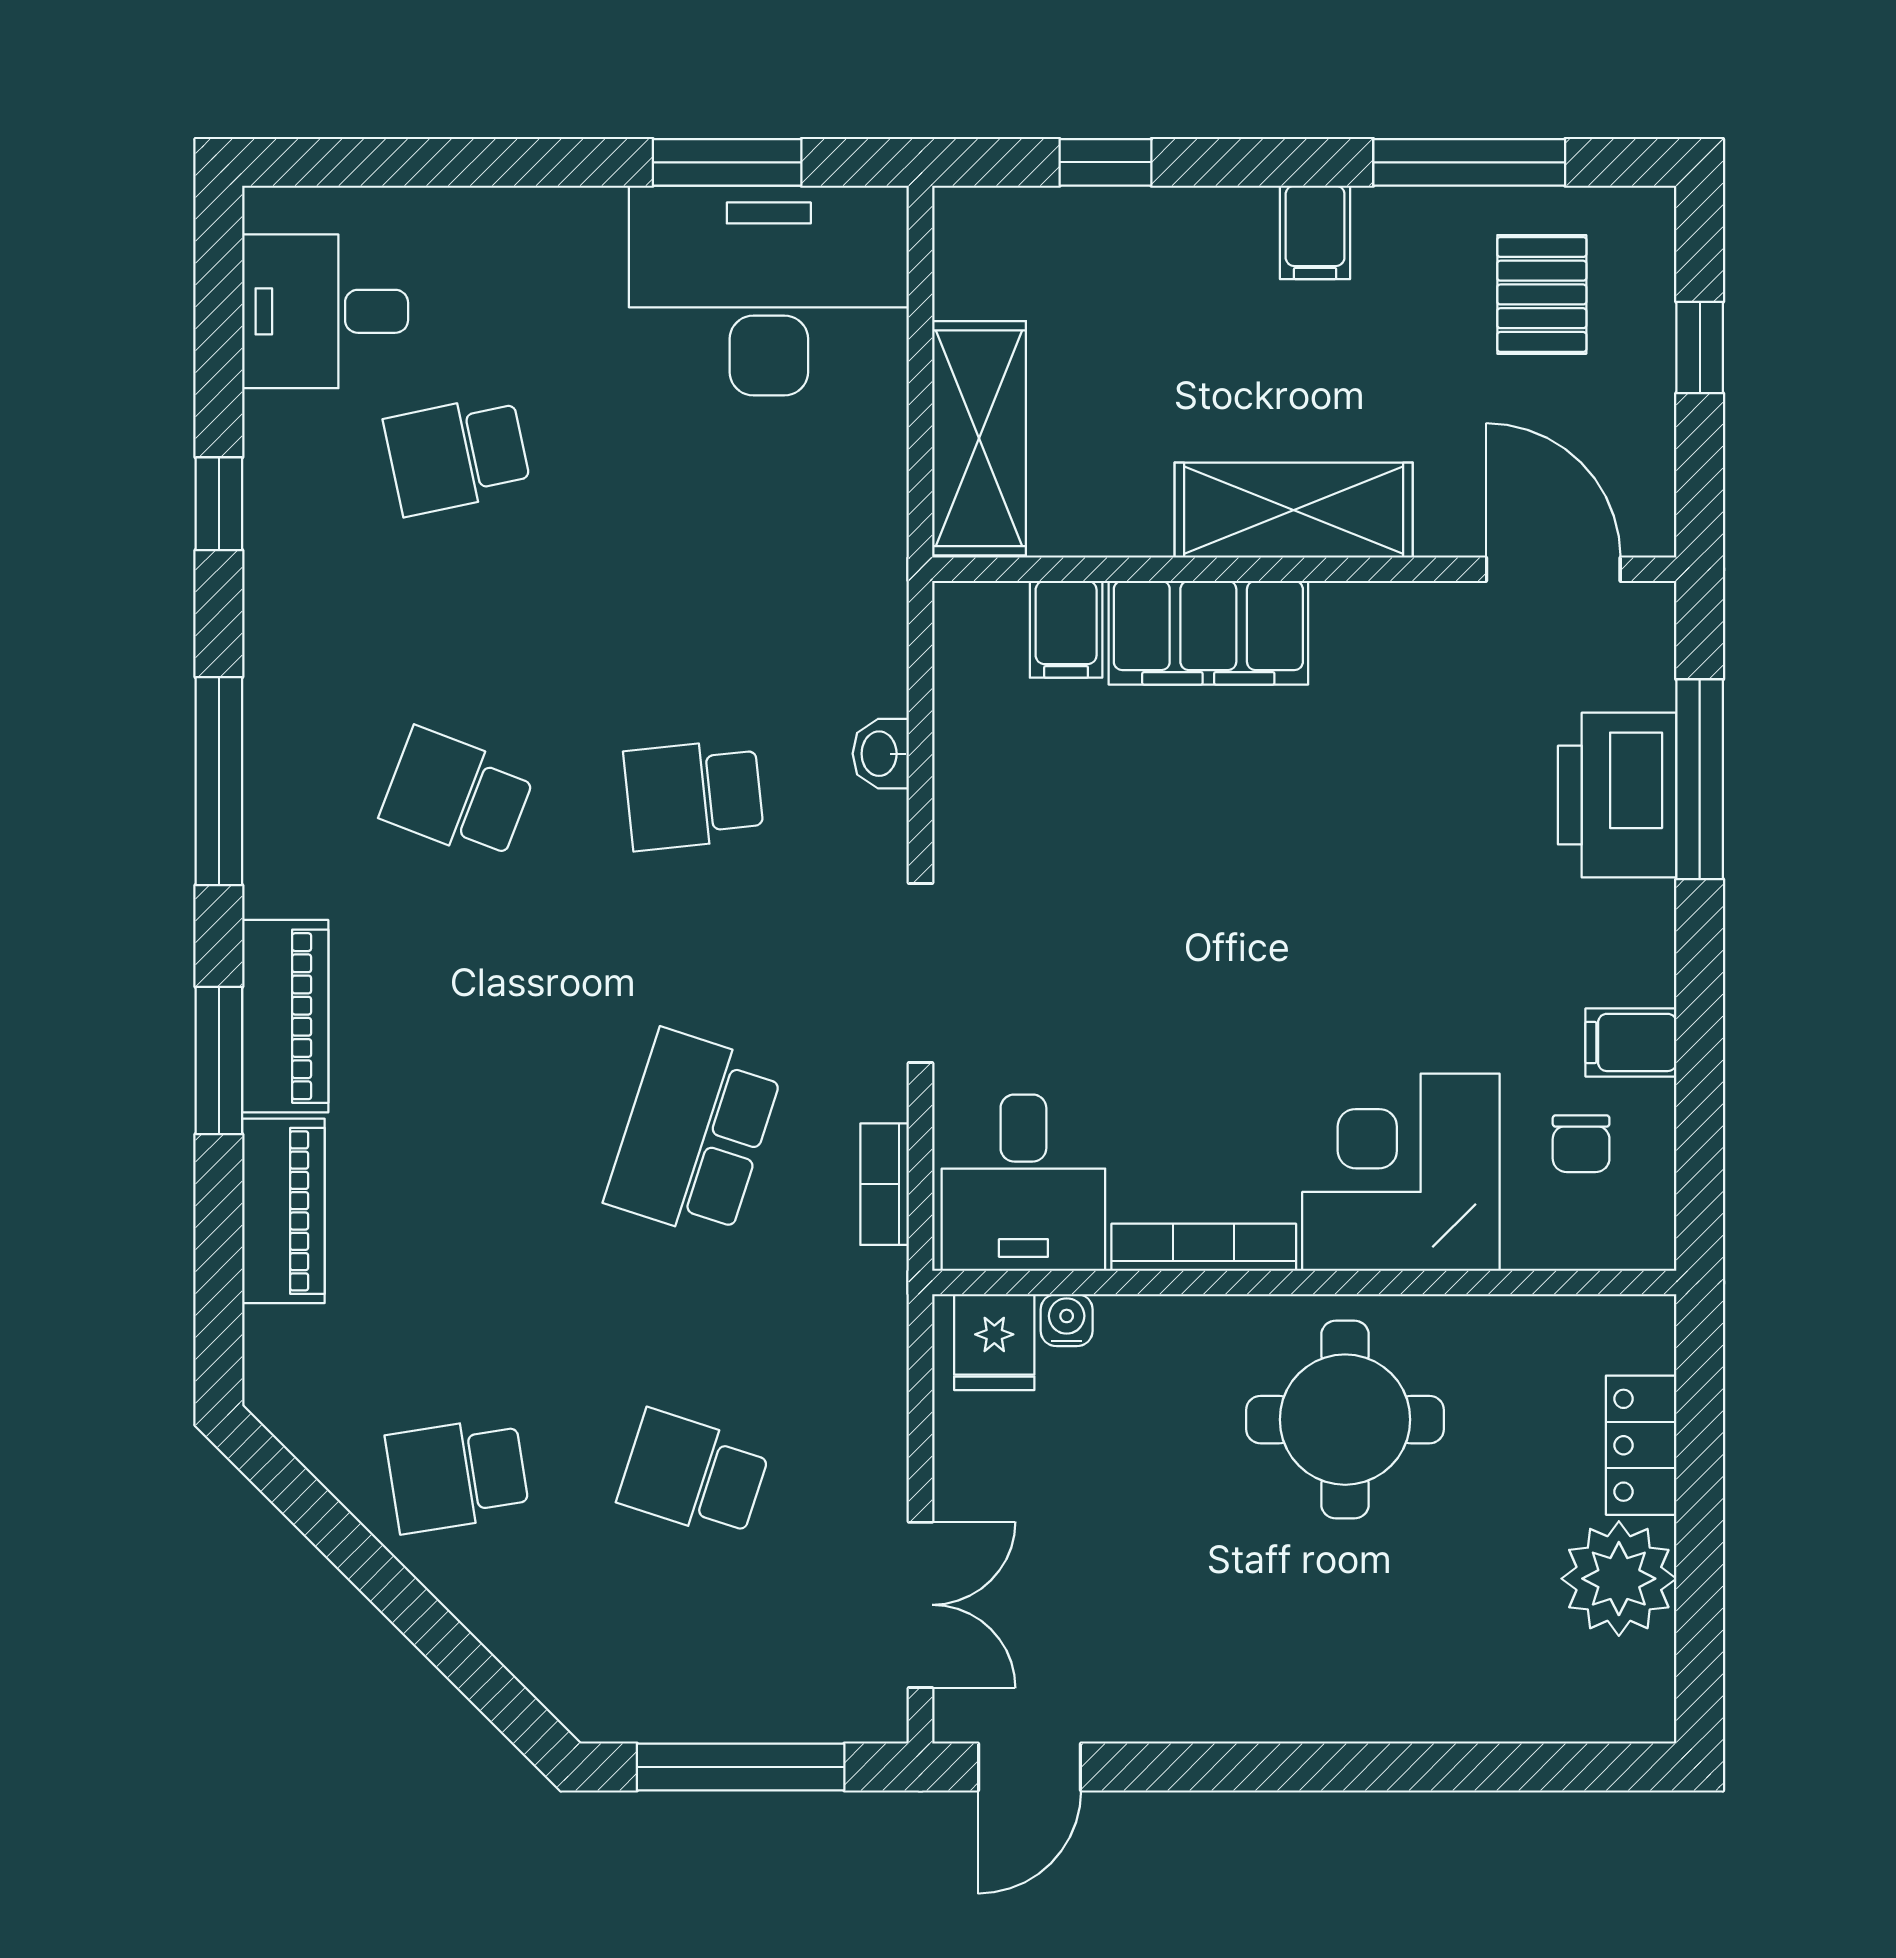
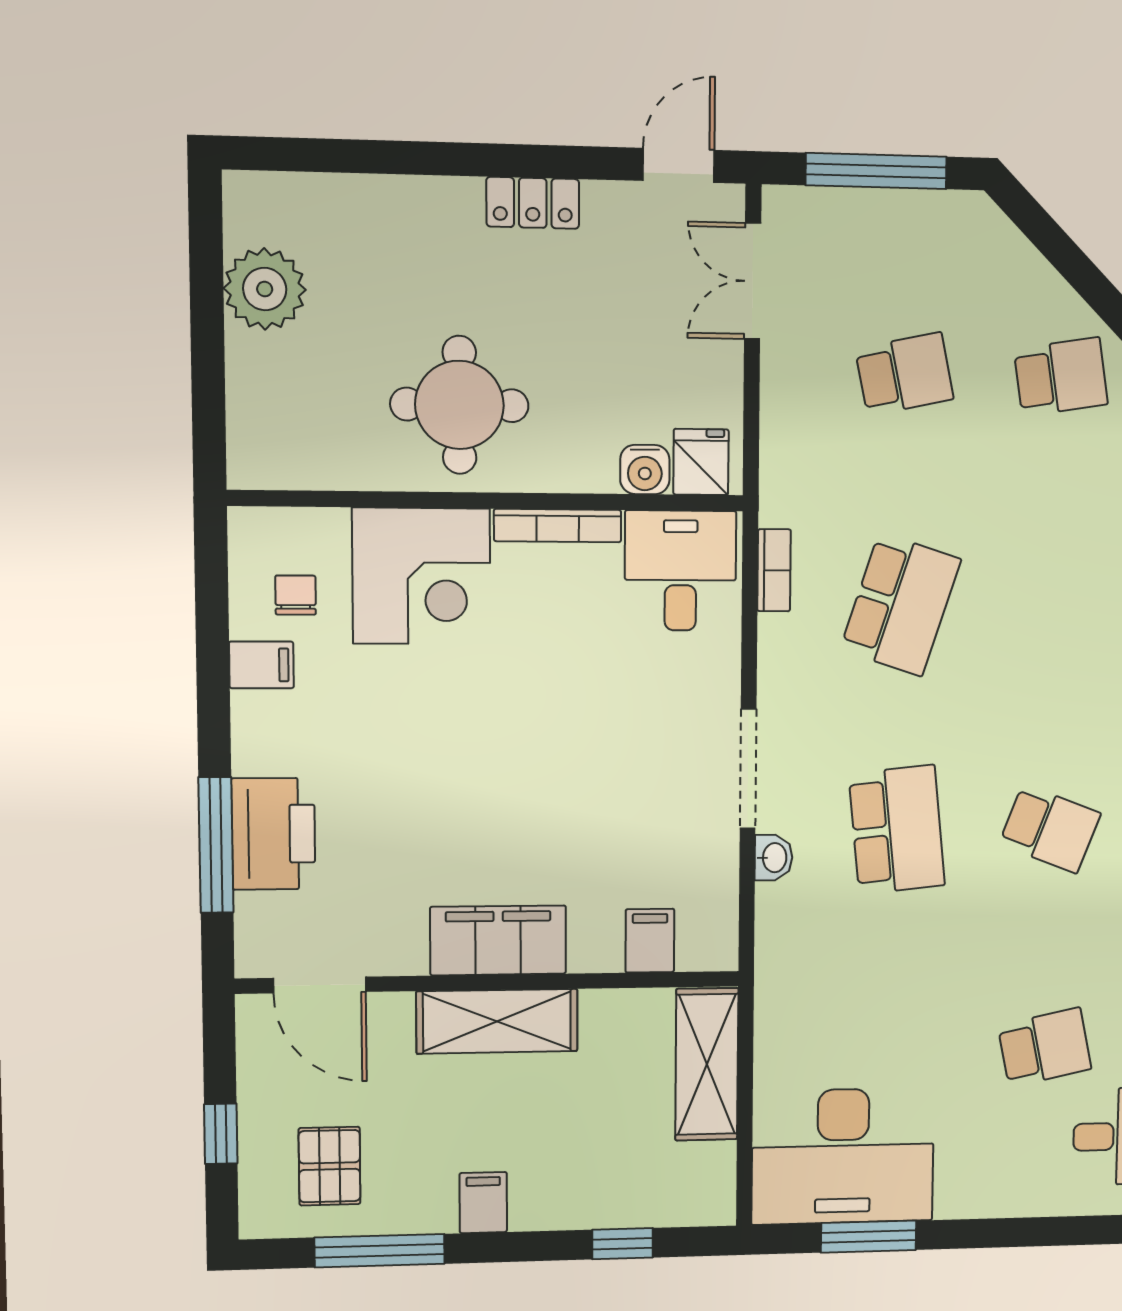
filing cabinet: (1208, 633) -> (498, 940), moved
school desk: (694, 795) -> (897, 830), width x1.85
doorway: (921, 973) -> (748, 769), moved
water cooler: (1067, 1320) -> (645, 470), width x1.38, depth x1.38
locker: (1641, 1445) -> (533, 203), moved, turned 90
school desk: (694, 1475) -> (904, 374), turned -30

